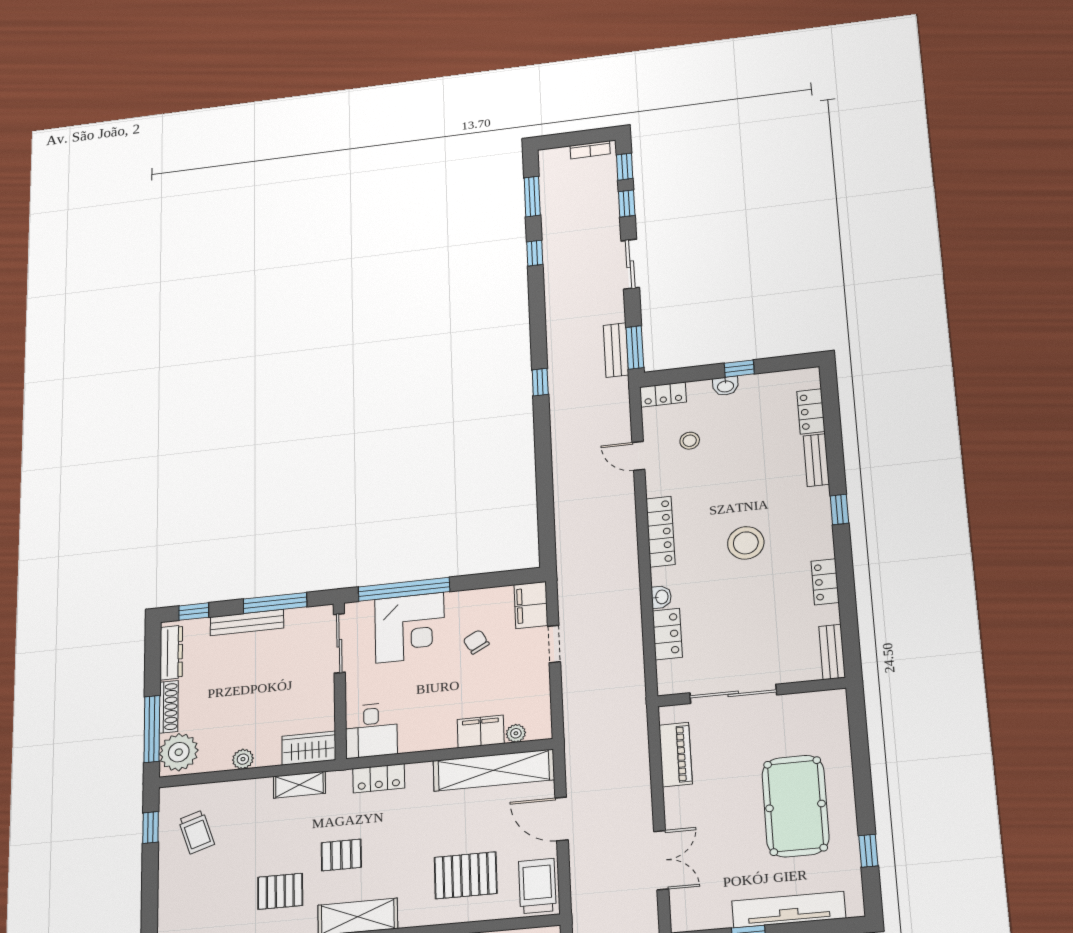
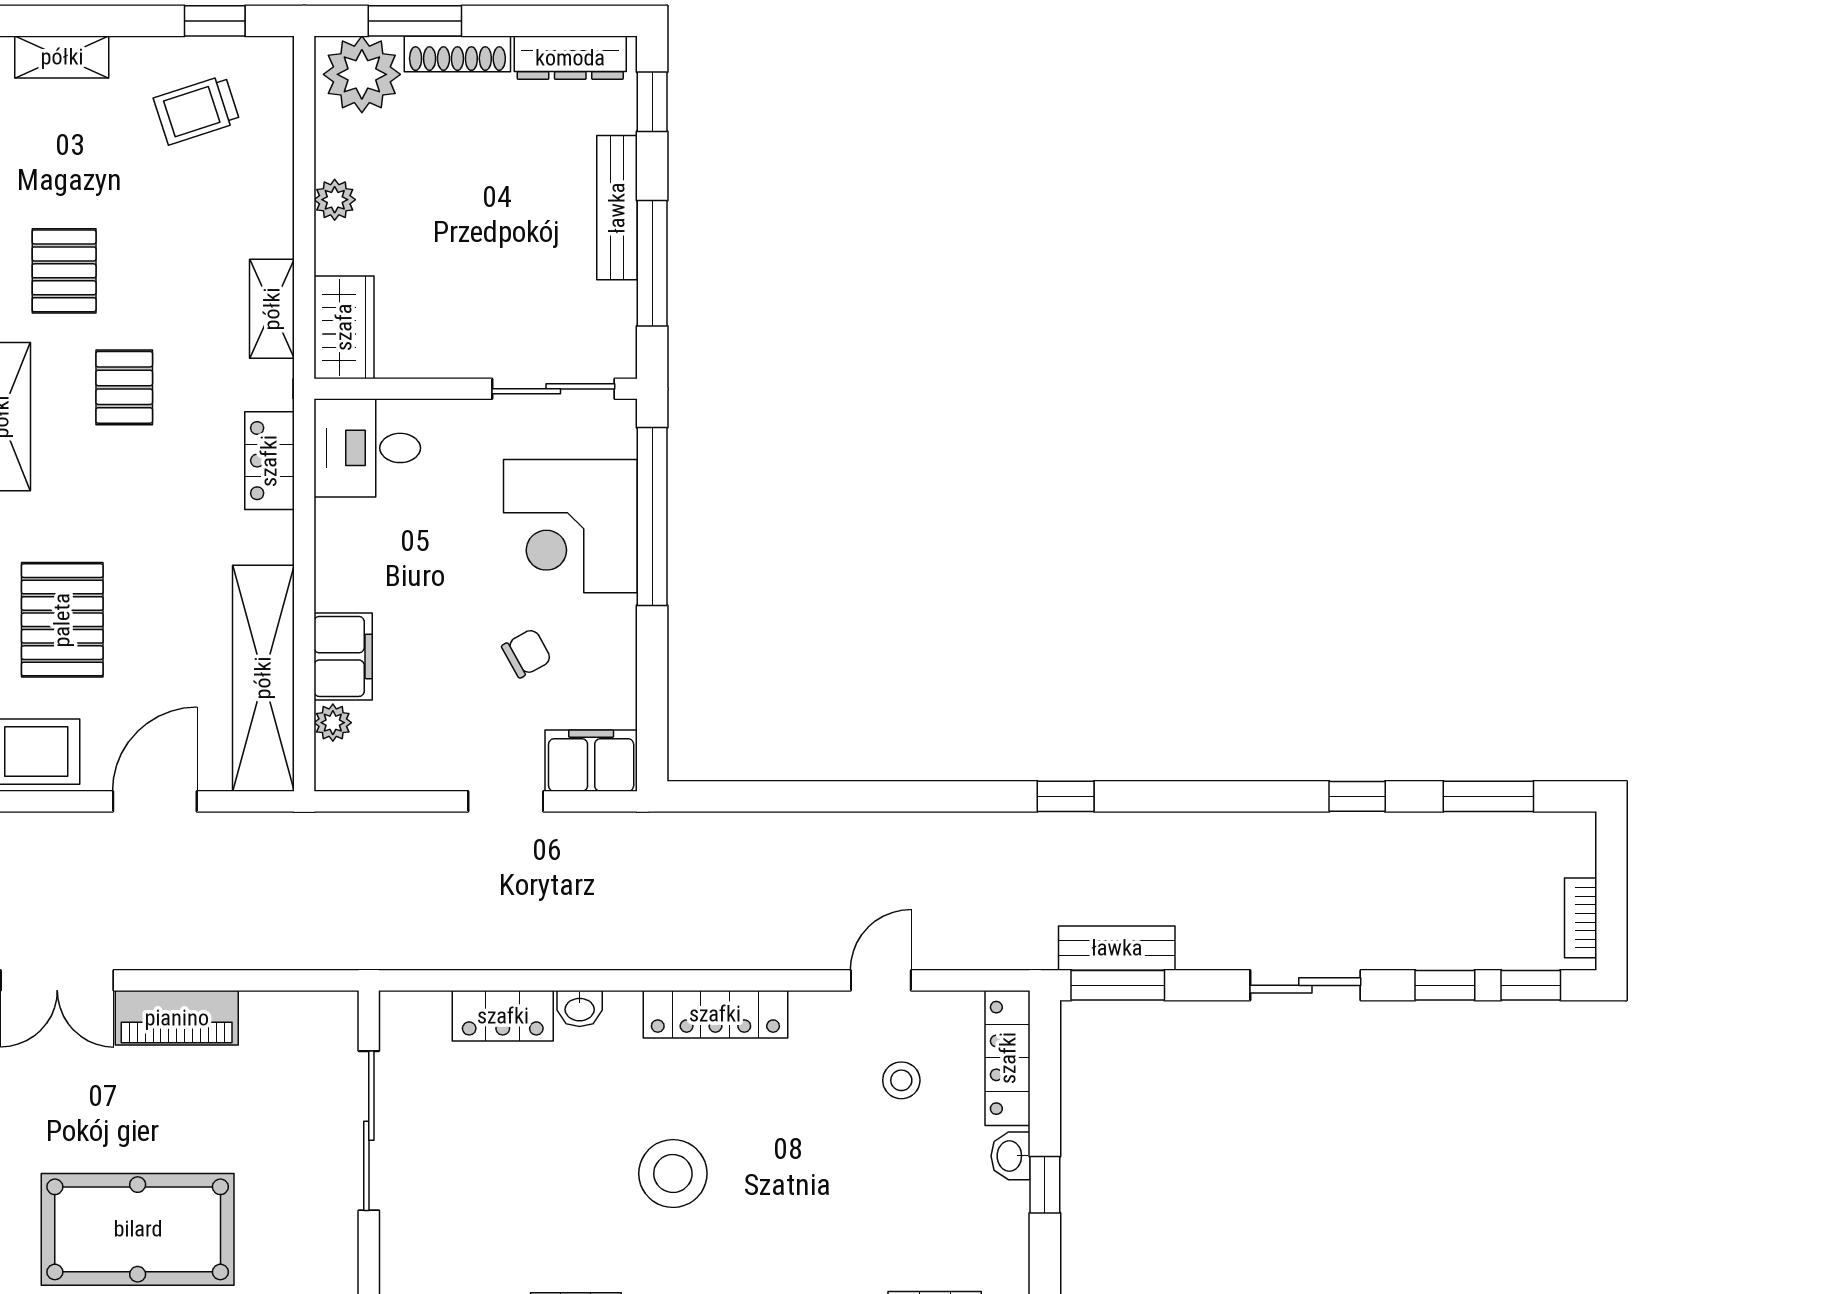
locker: (663, 394) -> (1008, 1058), width x1.53
window: (152, 729) -> (415, 21), width x0.69
piano: (676, 754) -> (177, 1018), moved
shelving: (168, 903) -> (62, 57), added

